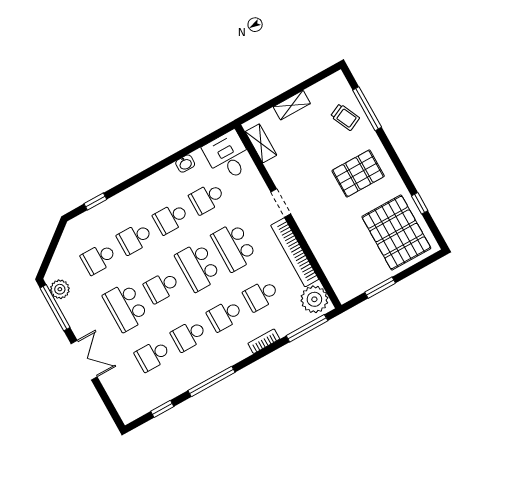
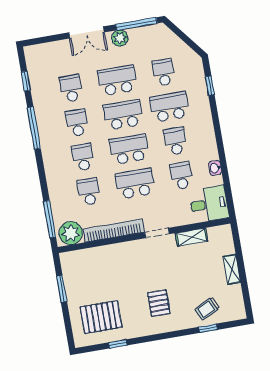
window: (367, 109) -> (208, 328), width x0.46
shelving: (261, 143) -> (192, 237), moved
pallet: (358, 173) -> (159, 303), width x0.67, depth x0.71
pallet: (396, 232) -> (101, 317), width x0.73, depth x0.71
school desk: (135, 238) -> (169, 107), width x1.85
school desk: (162, 287) -> (123, 115), width x1.85
plant: (60, 289) -> (120, 38), moved
bookcase: (264, 341) -> (51, 181), removed

